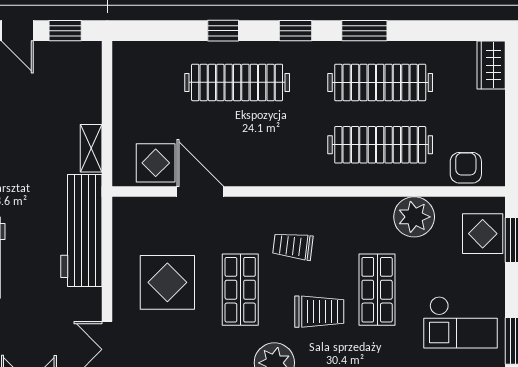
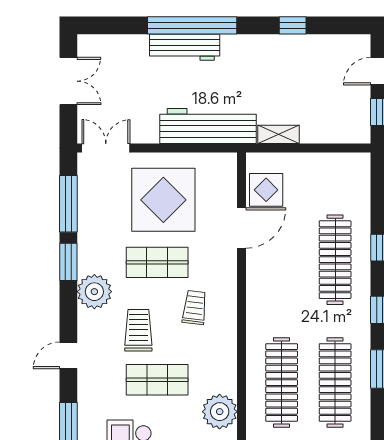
display table: (167, 282) -> (163, 200), width x1.36, depth x1.36
trolley: (319, 312) -> (138, 330), turned 180

